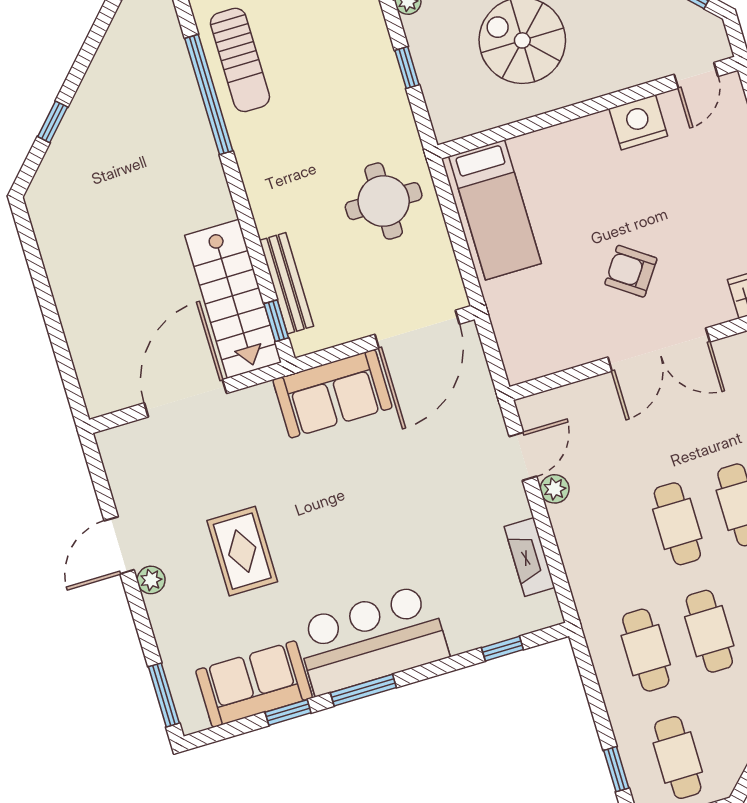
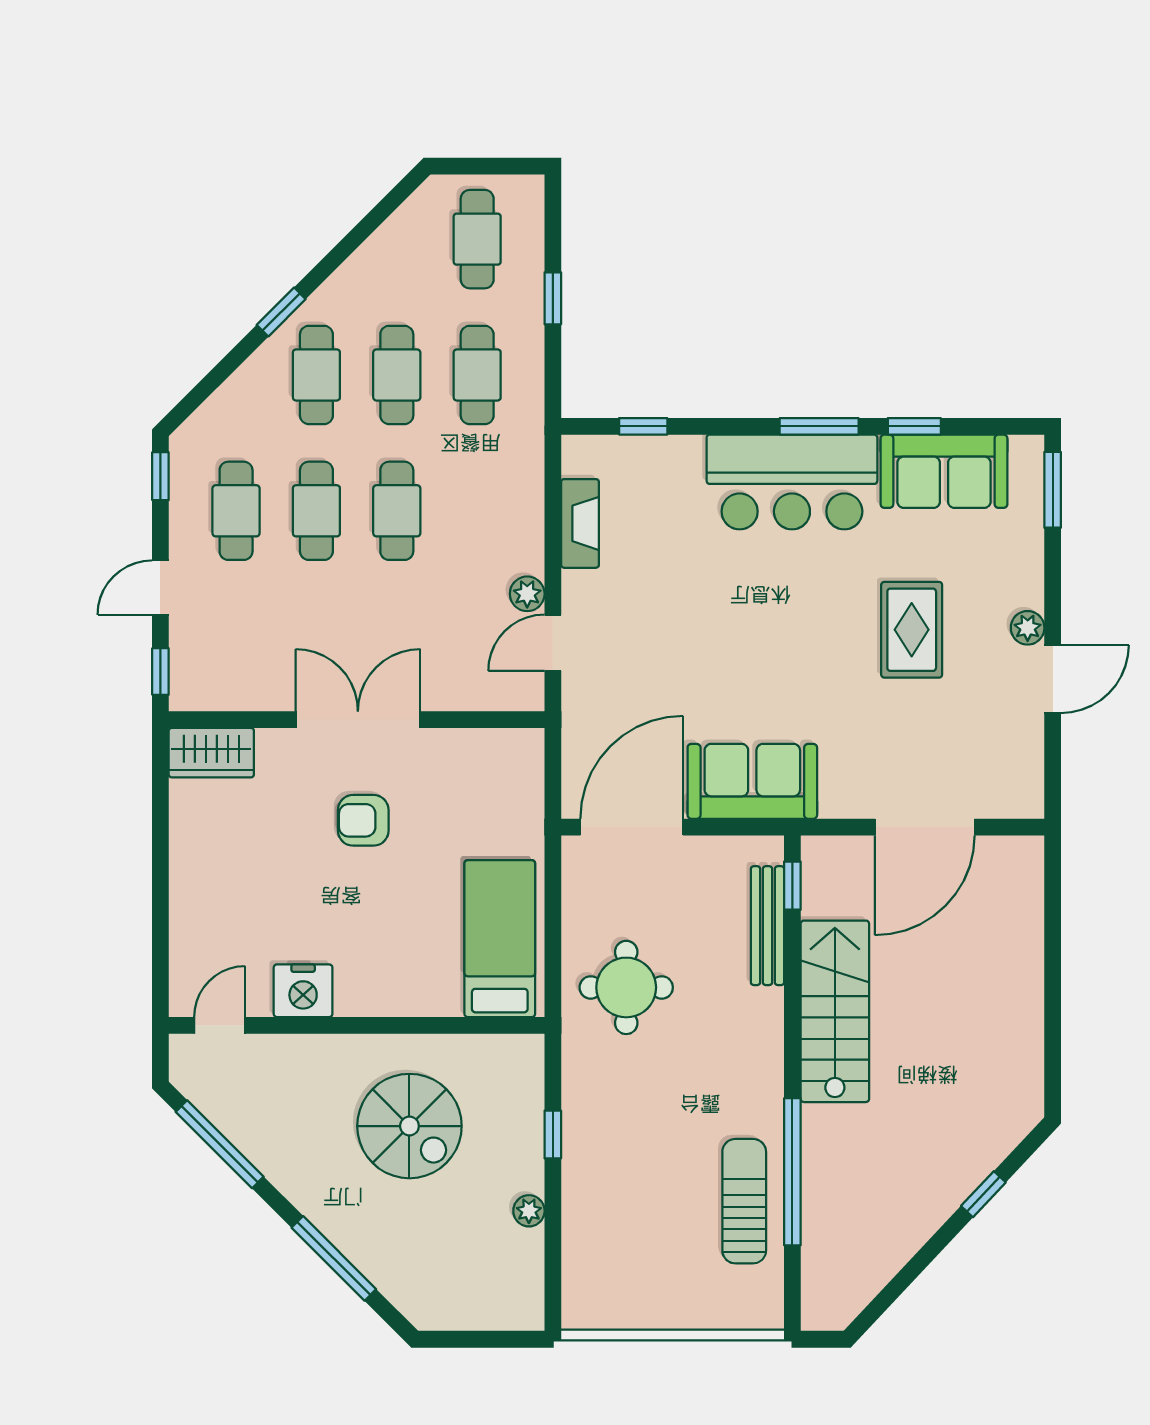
armchair: (631, 271) -> (363, 820), turned 145
stairs: (233, 299) -> (835, 1011), moved
window: (616, 769) -> (553, 298), moved

